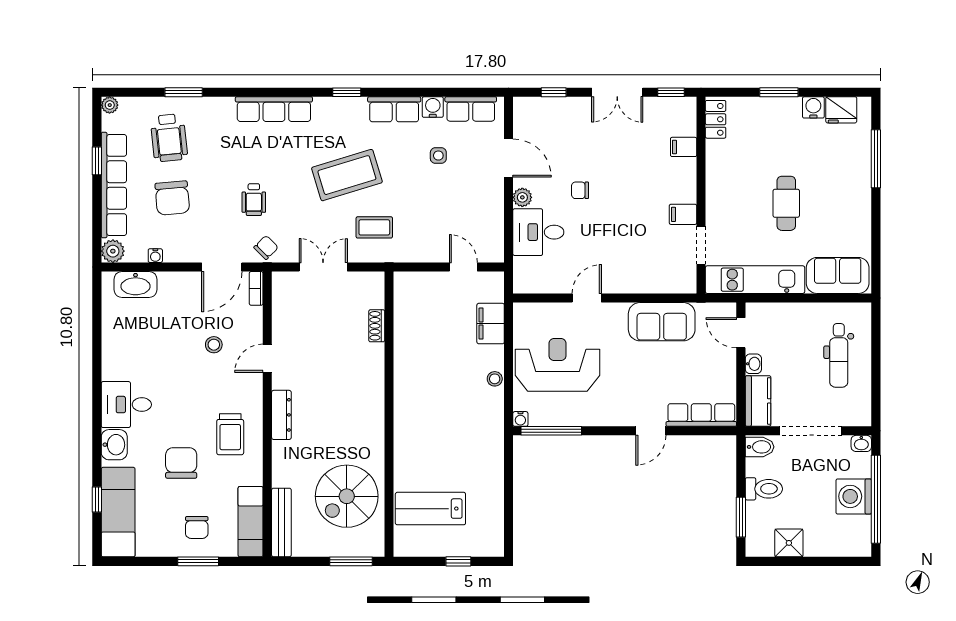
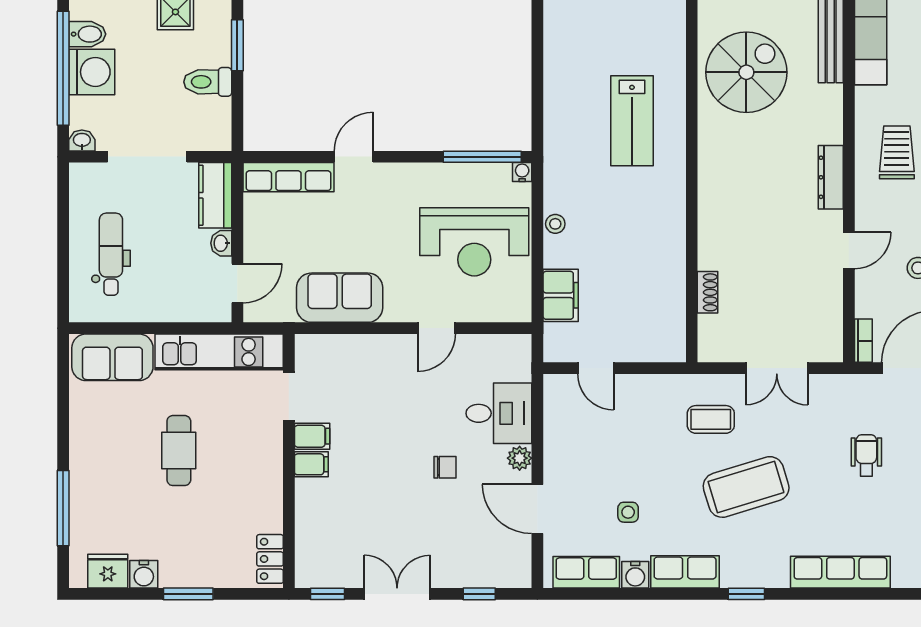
filing cabinet: (684, 147) -> (311, 464), moved
chair: (266, 247) -> (851, 393), removed
door: (741, 333) -> (237, 283), hinge flipped
bidet: (760, 447) -> (87, 34), moved, turned 180
lab bench: (430, 509) -> (632, 121), moved, turned 90

